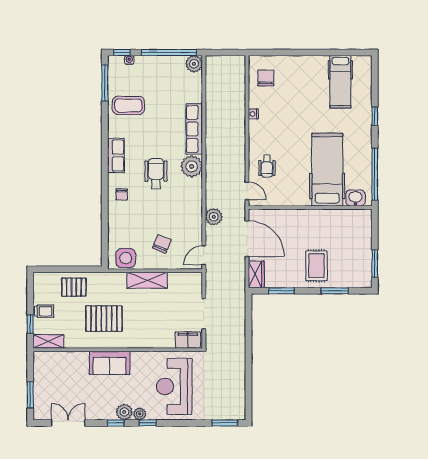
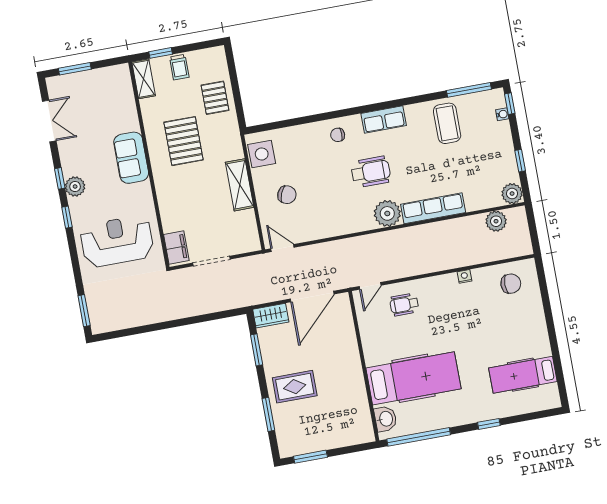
window: (169, 52) -> (520, 161), width x0.32
plant: (214, 217) -> (496, 221), moved
plant: (140, 414) -> (76, 206), removed

